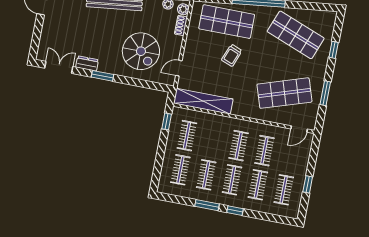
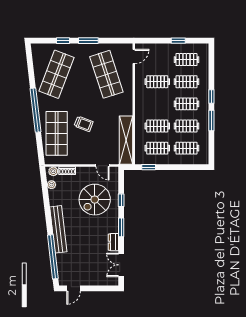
spiral stairs: (141, 51) -> (95, 200), turned 180
window: (134, 82) -> (121, 200), added
window: (325, 93) -> (88, 41), moved
door: (299, 129) -> (134, 56), hinge flipped
clothes rail: (239, 146) -> (157, 126), moved

